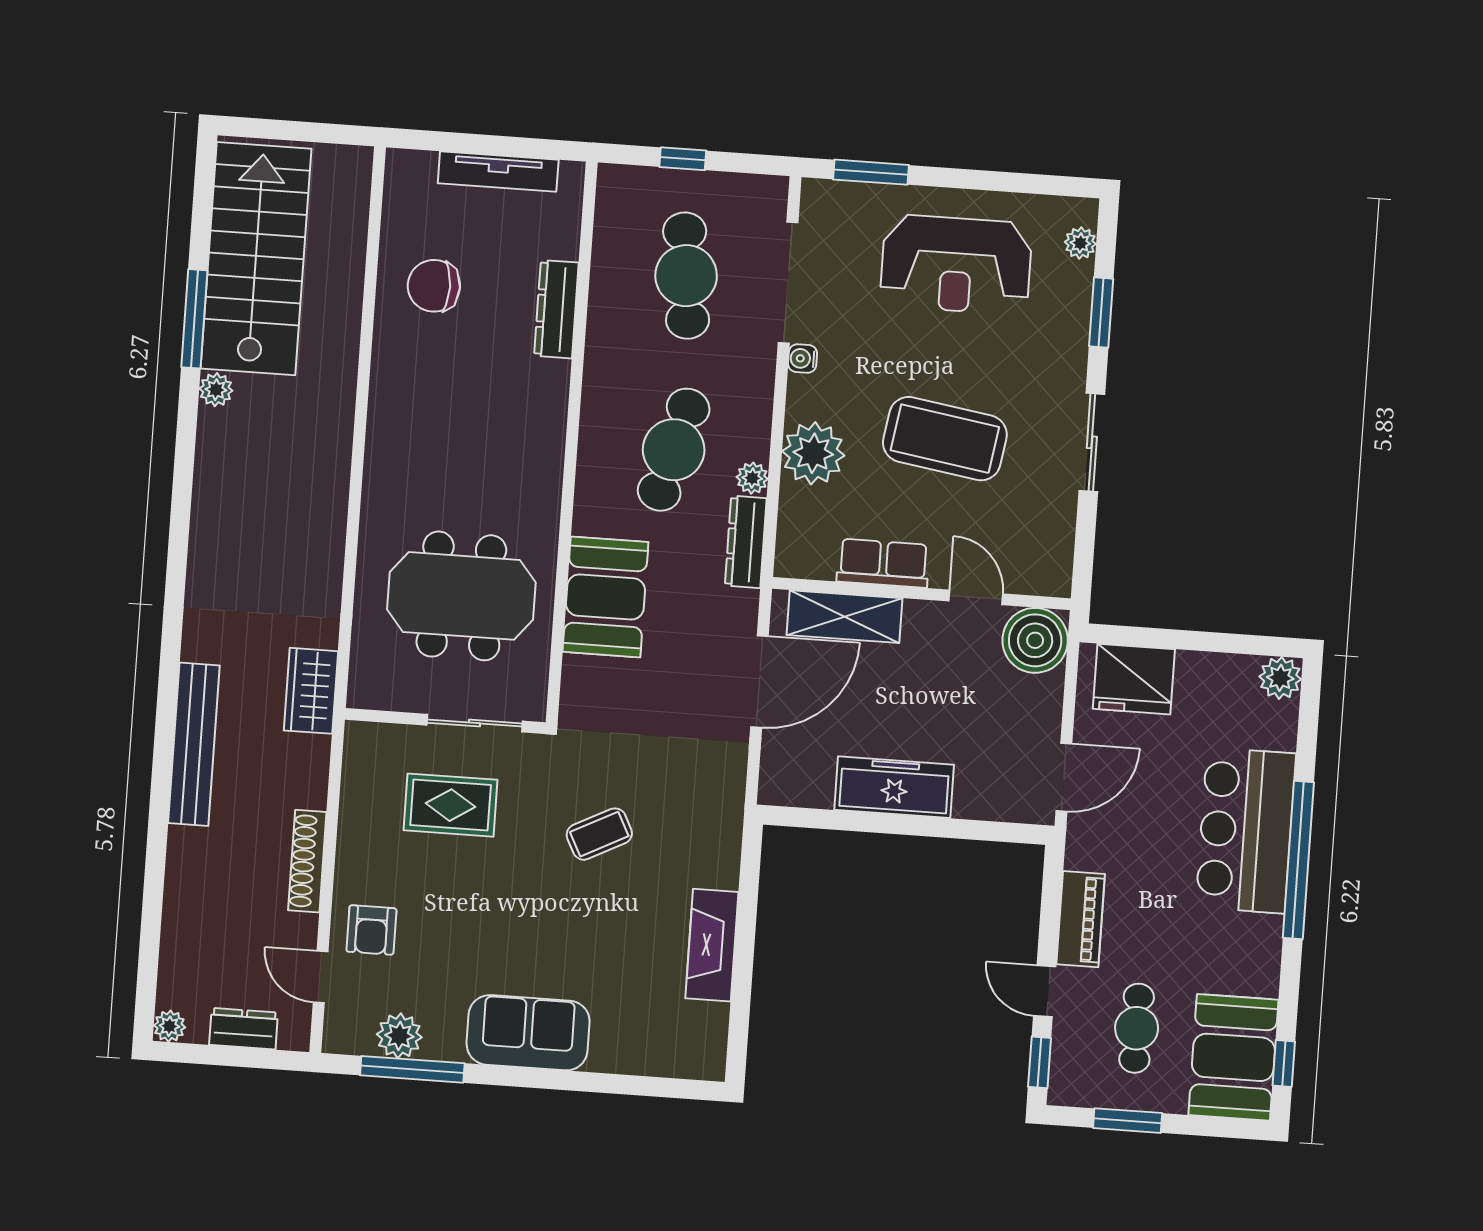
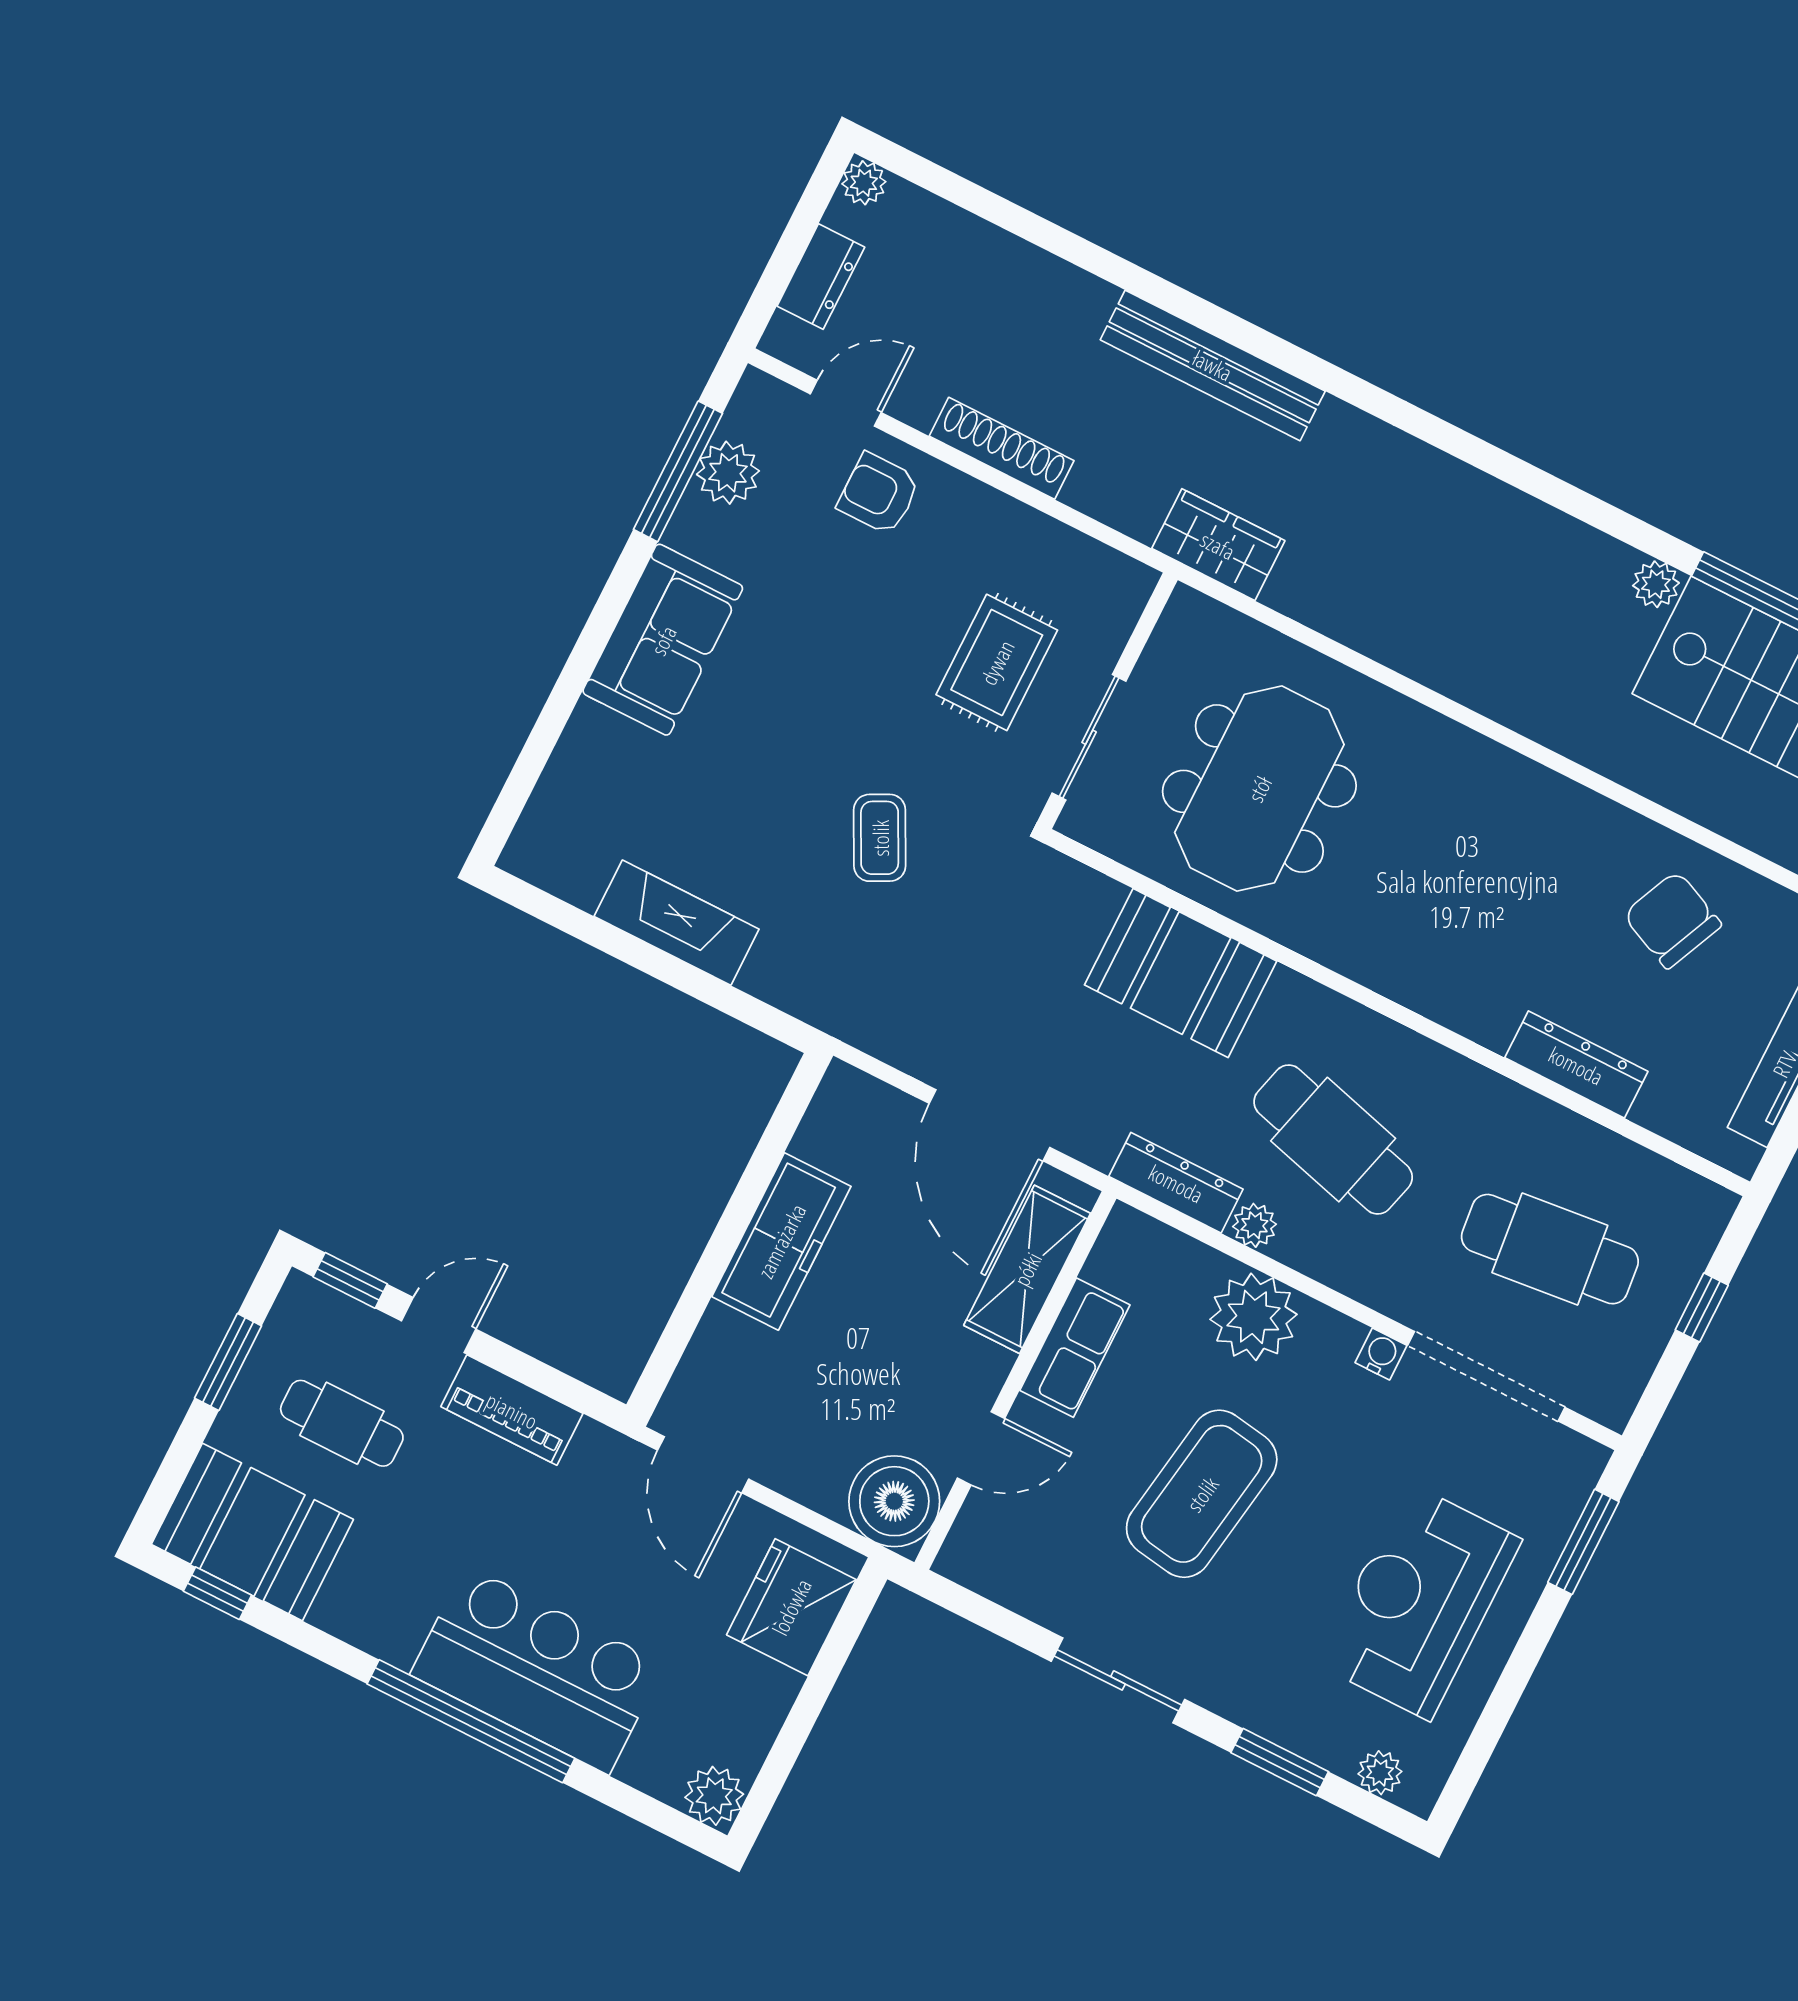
chair: (434, 286) -> (1672, 920), turned -66

